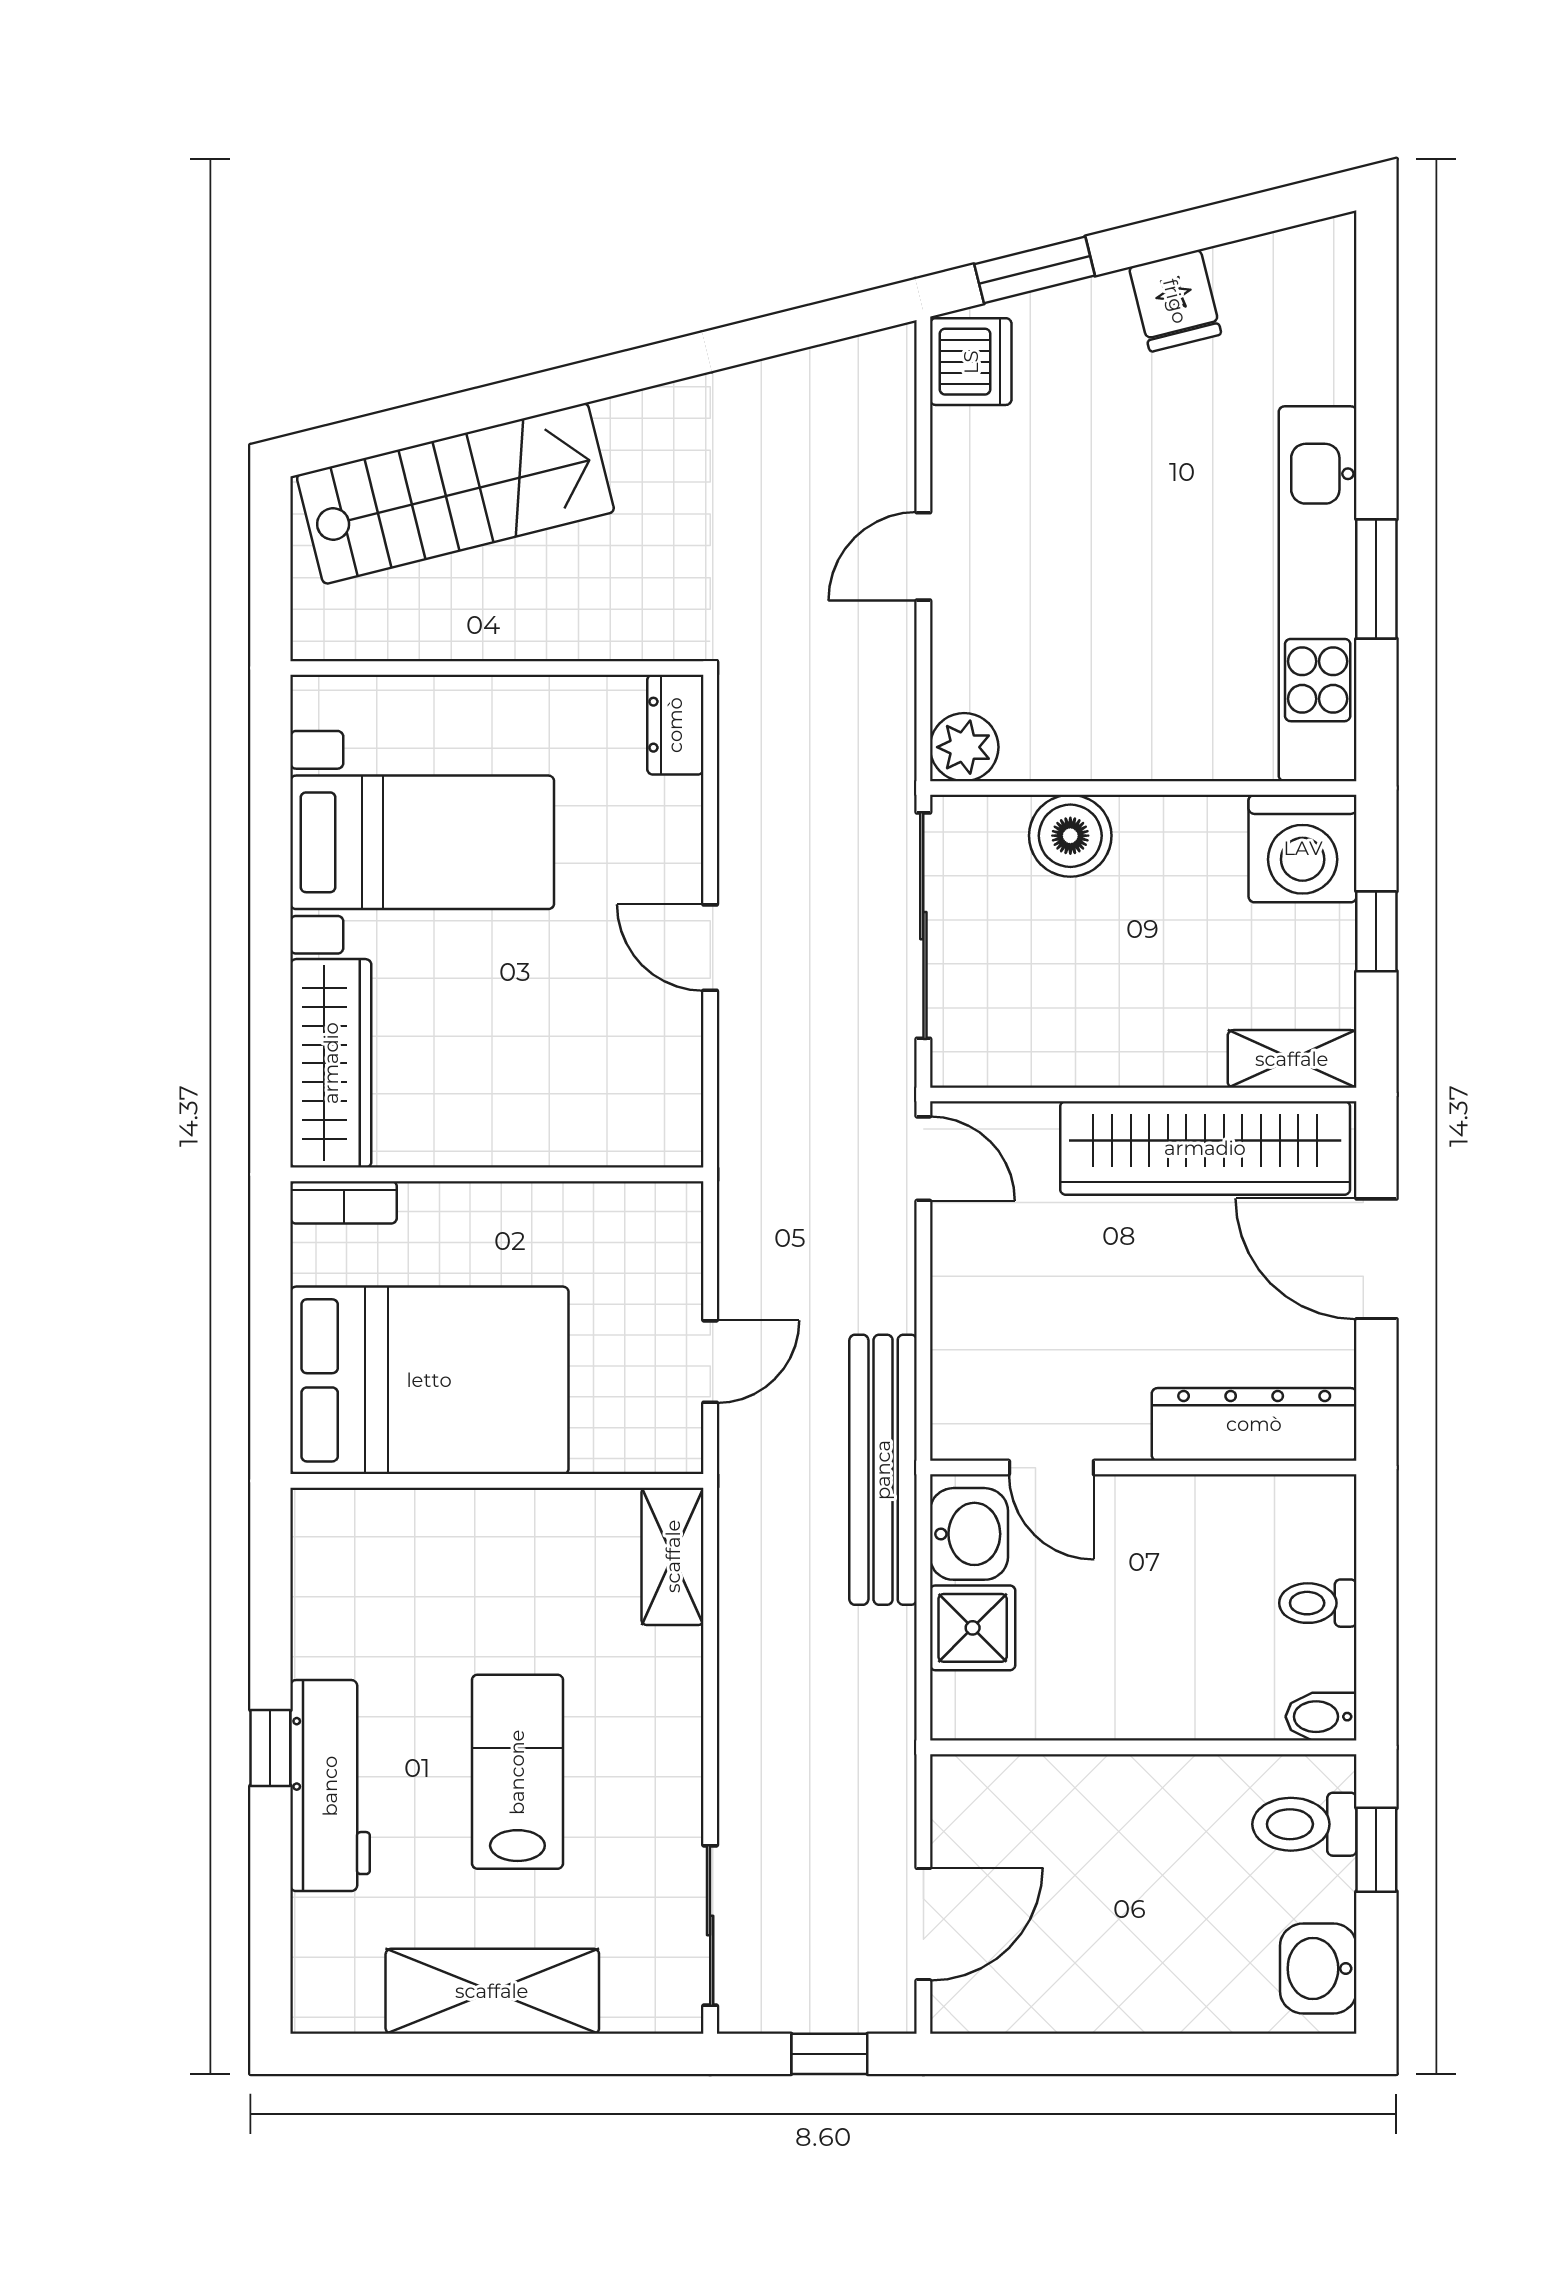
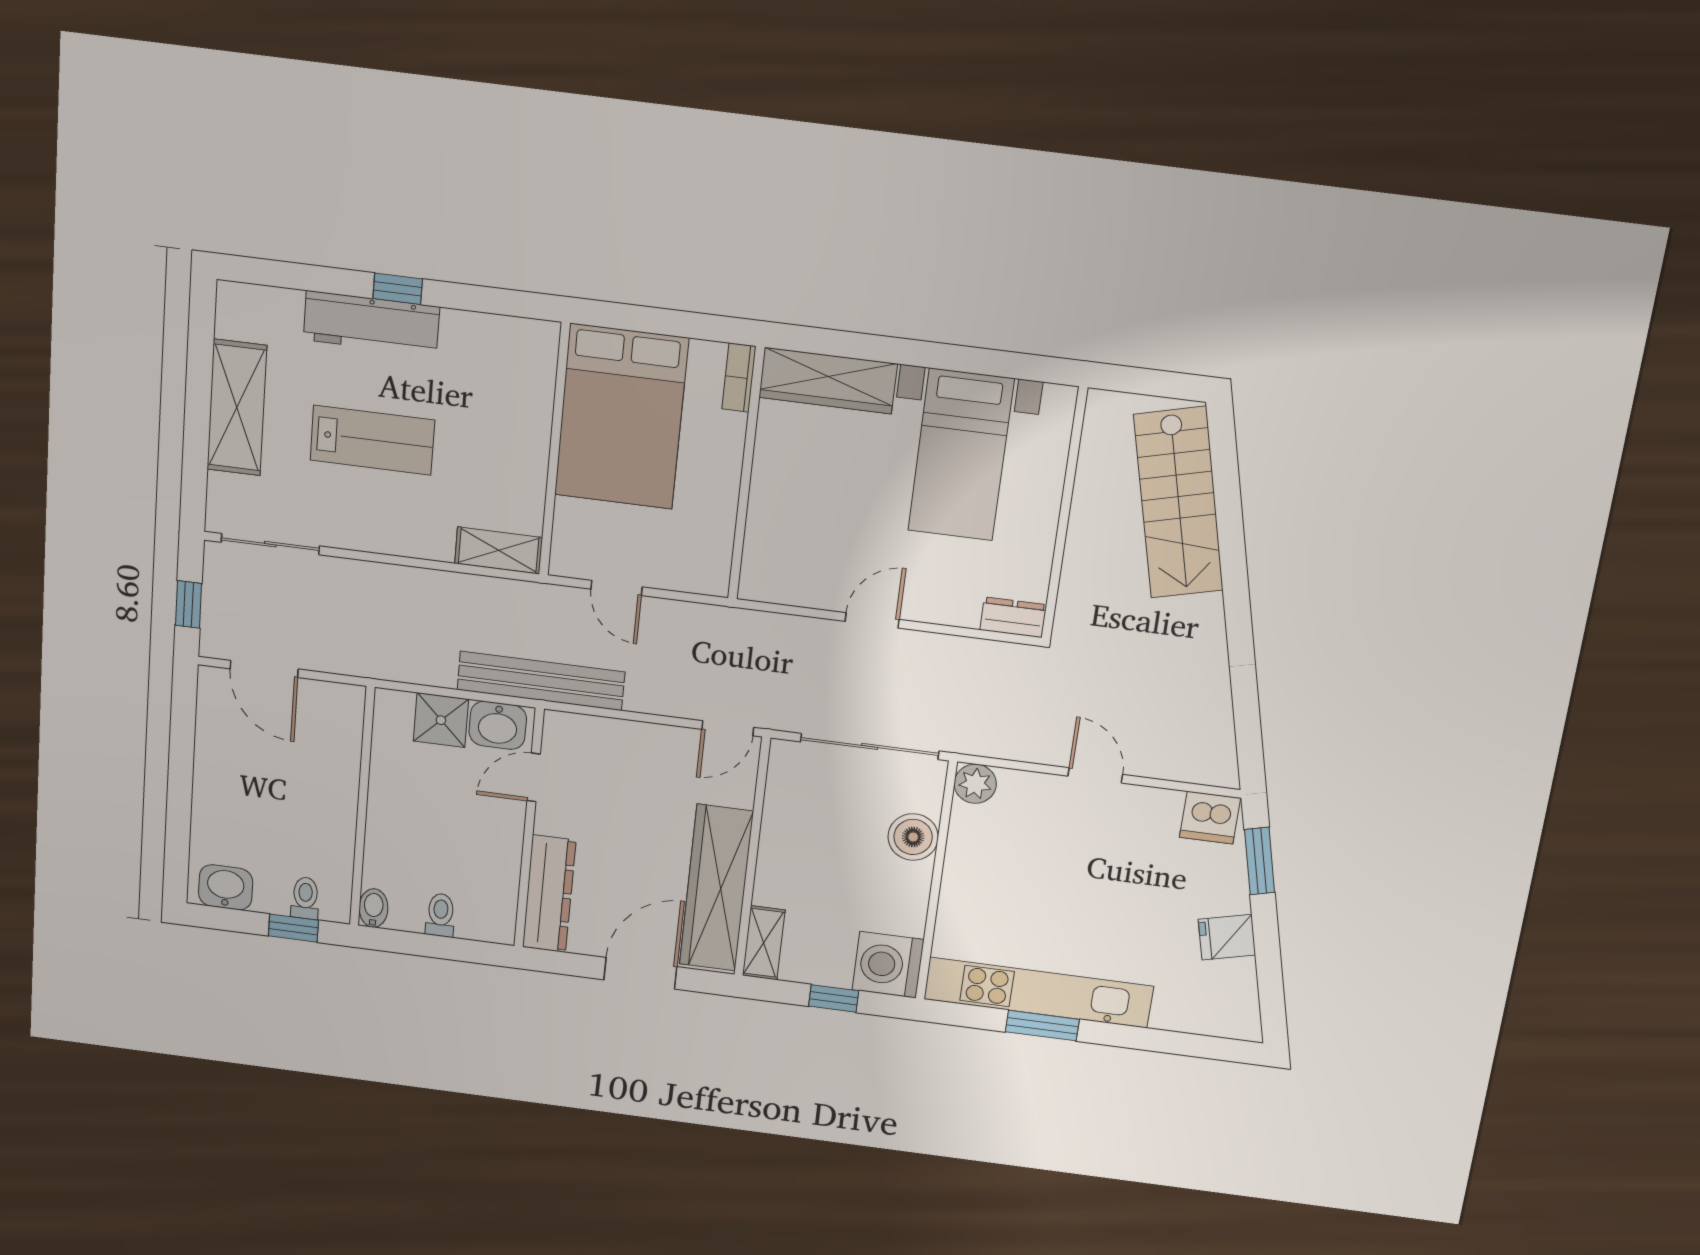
toilet: (1304, 1824) -> (305, 898), width x0.73, depth x0.72

